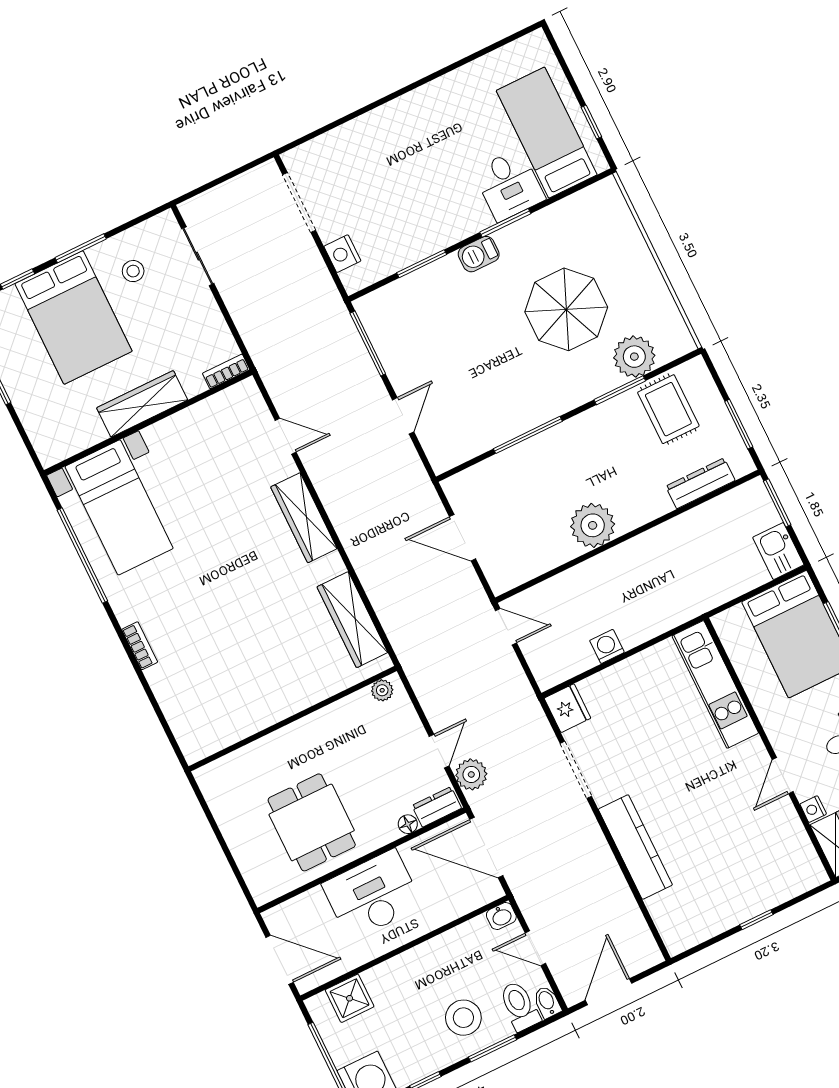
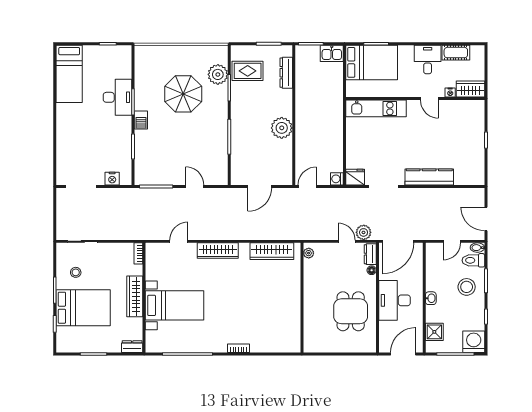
bed: (547, 133) -> (69, 74), moved, turned -90
desk: (509, 185) -> (118, 97), width x1.37
dresser: (45, 445) -> (132, 347), added
bed with nightstands: (119, 507) -> (175, 305), moved
washing machine: (607, 646) -> (337, 179), moved
dining table: (312, 822) -> (351, 311), turned 90
washbasin: (501, 916) -> (431, 298), moved

